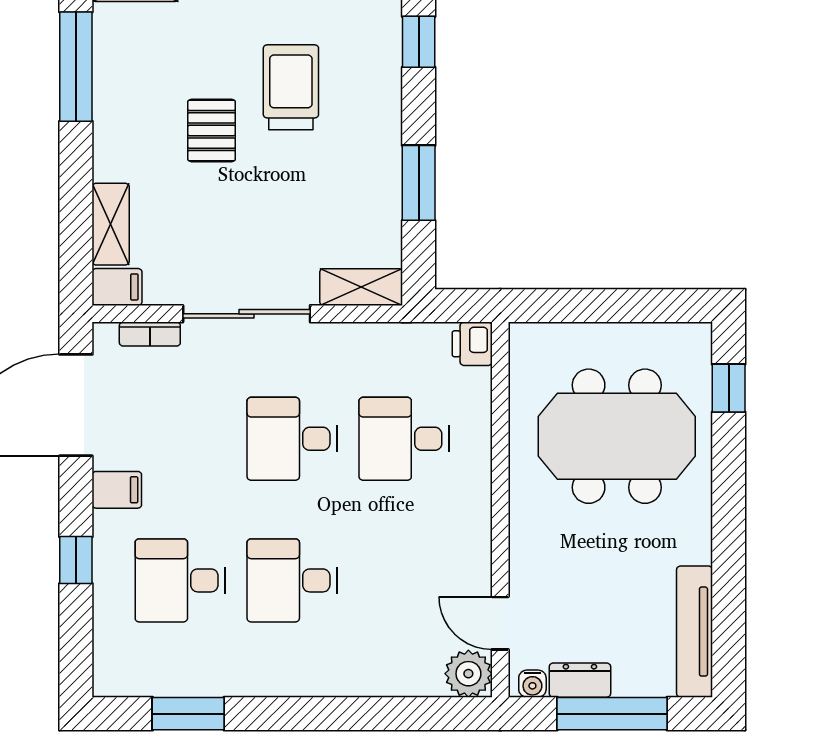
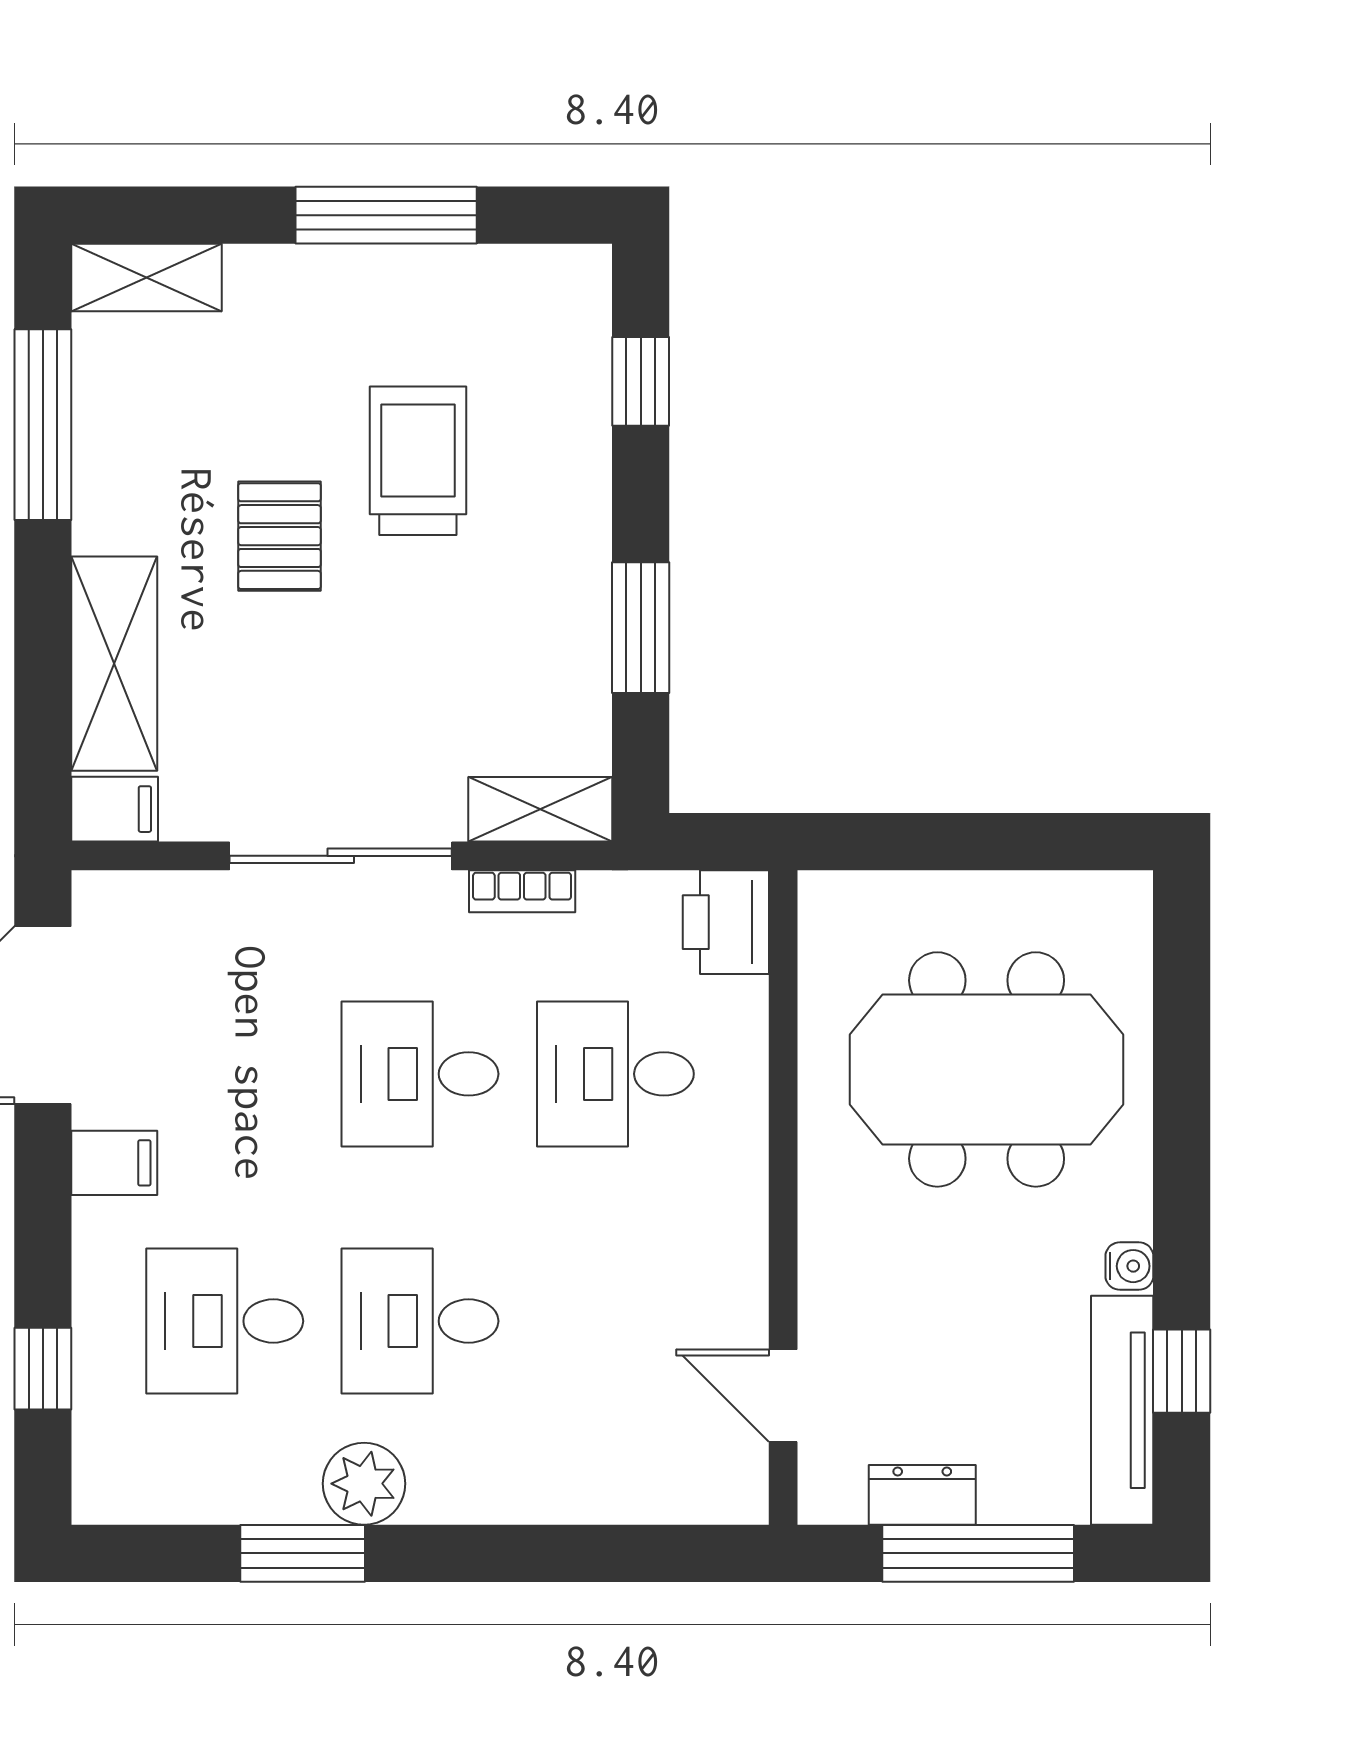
shelving: (111, 224) -> (114, 664), width x1.50, depth x1.33
bookcase: (150, 334) -> (522, 891), moved
printer: (472, 344) -> (726, 922), width x1.36, depth x1.24
window: (729, 388) -> (1182, 1371), moved
window: (76, 560) -> (43, 1369), moved
plant: (468, 674) -> (364, 1484), moved
water cooler: (532, 684) -> (1129, 1266), moved, turned -90
window: (188, 714) -> (303, 1553), moved

